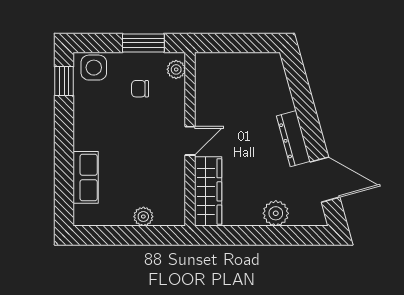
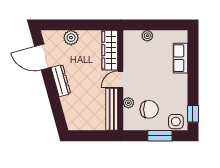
window: (143, 43) -> (160, 136), moved
plant: (176, 69) -> (128, 103), moved
chair: (140, 89) -> (149, 109), width x1.87, depth x1.87
bench: (205, 89) -> (112, 109), added

